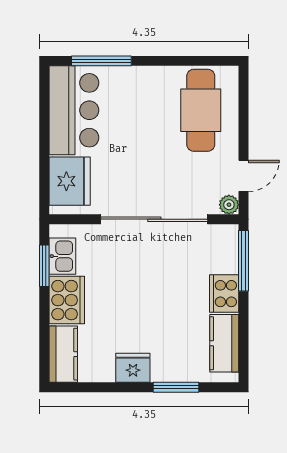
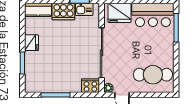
window: (244, 261) -> (56, 95), moved
cooker: (224, 294) -> (90, 86), moved
kitchen counter: (224, 343) -> (43, 86), removed

